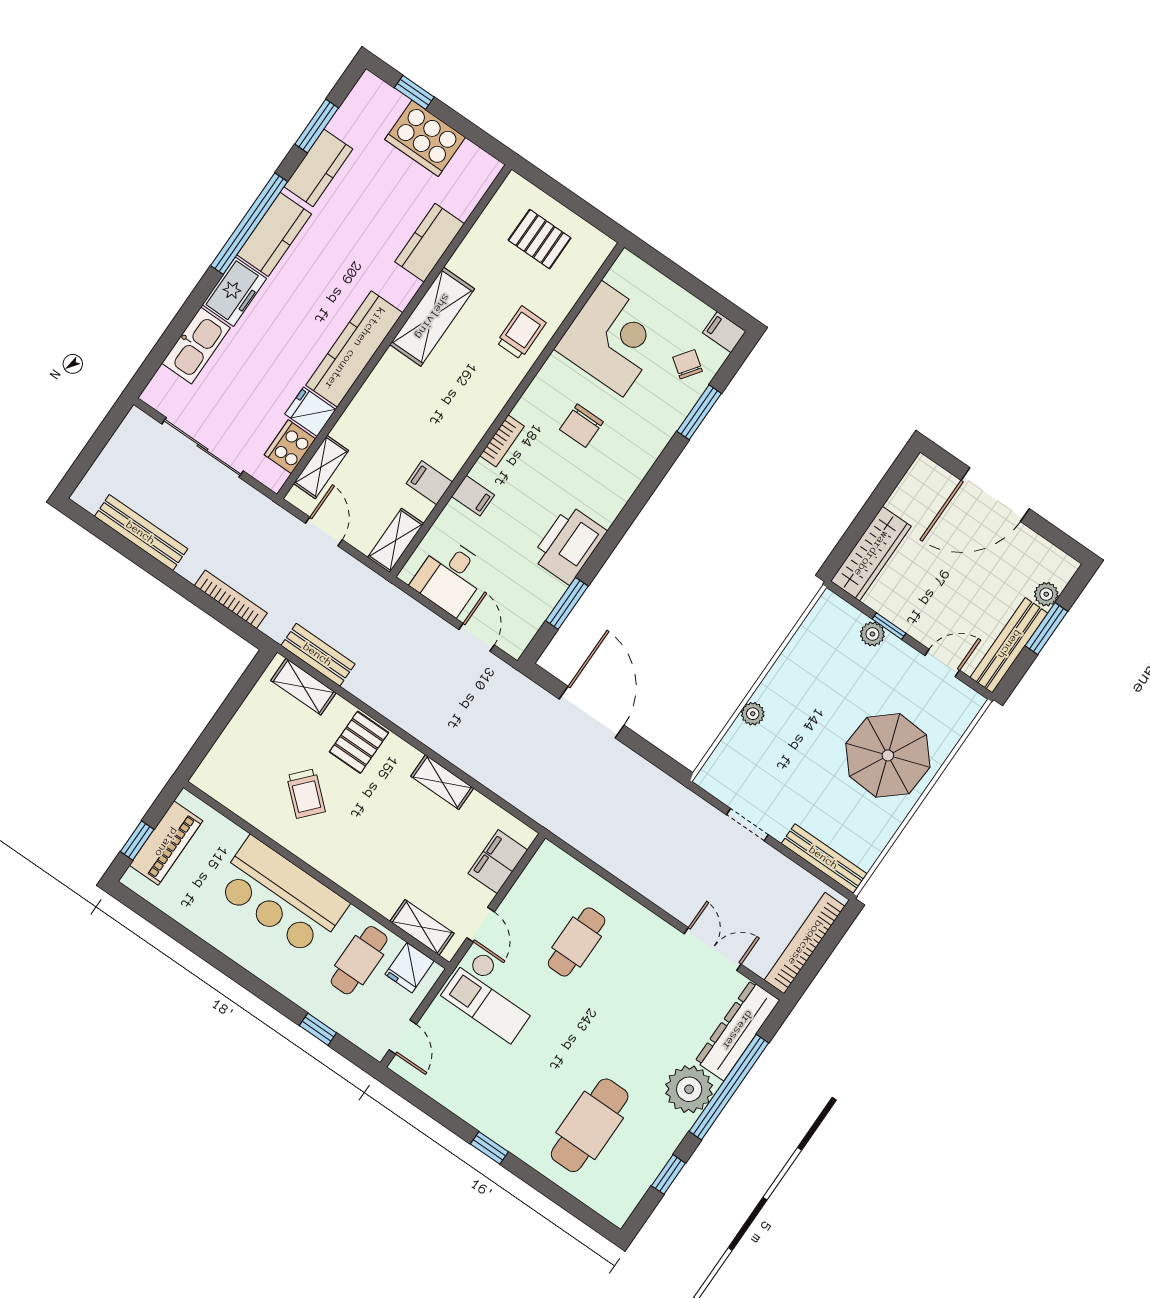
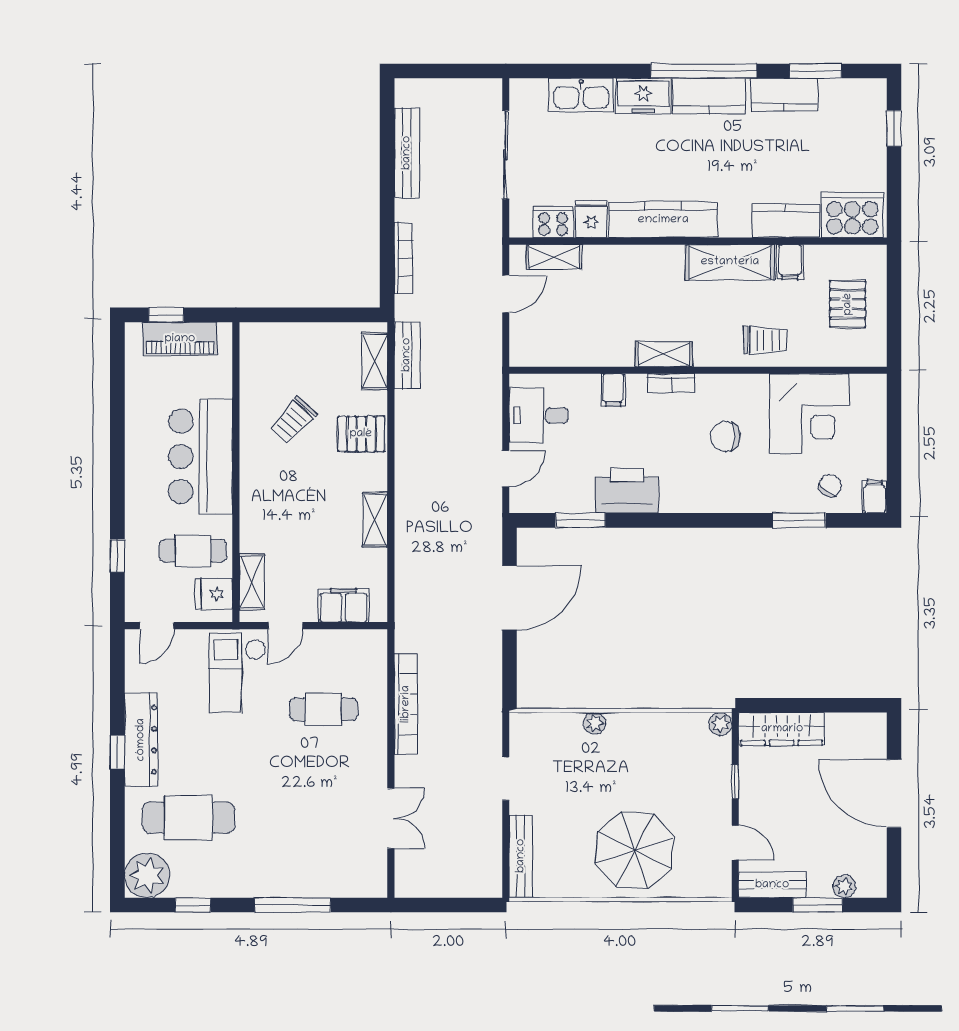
cooker: (425, 138) -> (852, 215), moved, turned 90
filing cabinet: (429, 483) -> (790, 262), moved, turned 180
shelving: (396, 540) -> (664, 354), moved
plant: (872, 634) -> (720, 724), moved
bench: (1009, 645) -> (772, 885), width x0.73
bookcase: (805, 943) -> (406, 704), moved, turned 90
dresser: (737, 1031) -> (141, 740), moved, turned 90
window: (729, 1087) -> (293, 905), width x0.68
plant: (689, 1089) -> (147, 875), moved

